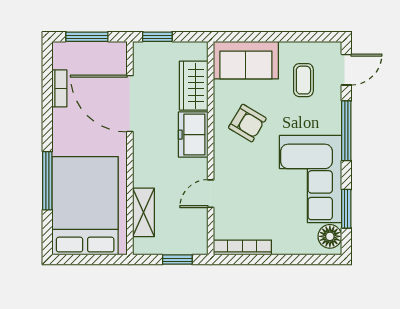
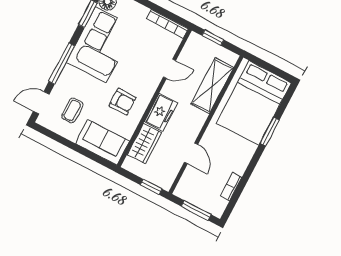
door: (130, 104) -> (191, 153), width x0.53
armchair: (247, 123) -> (123, 102), turned 149
window: (47, 181) -> (270, 132), width x0.69
shelving: (144, 212) -> (212, 86), width x1.50, depth x1.33

